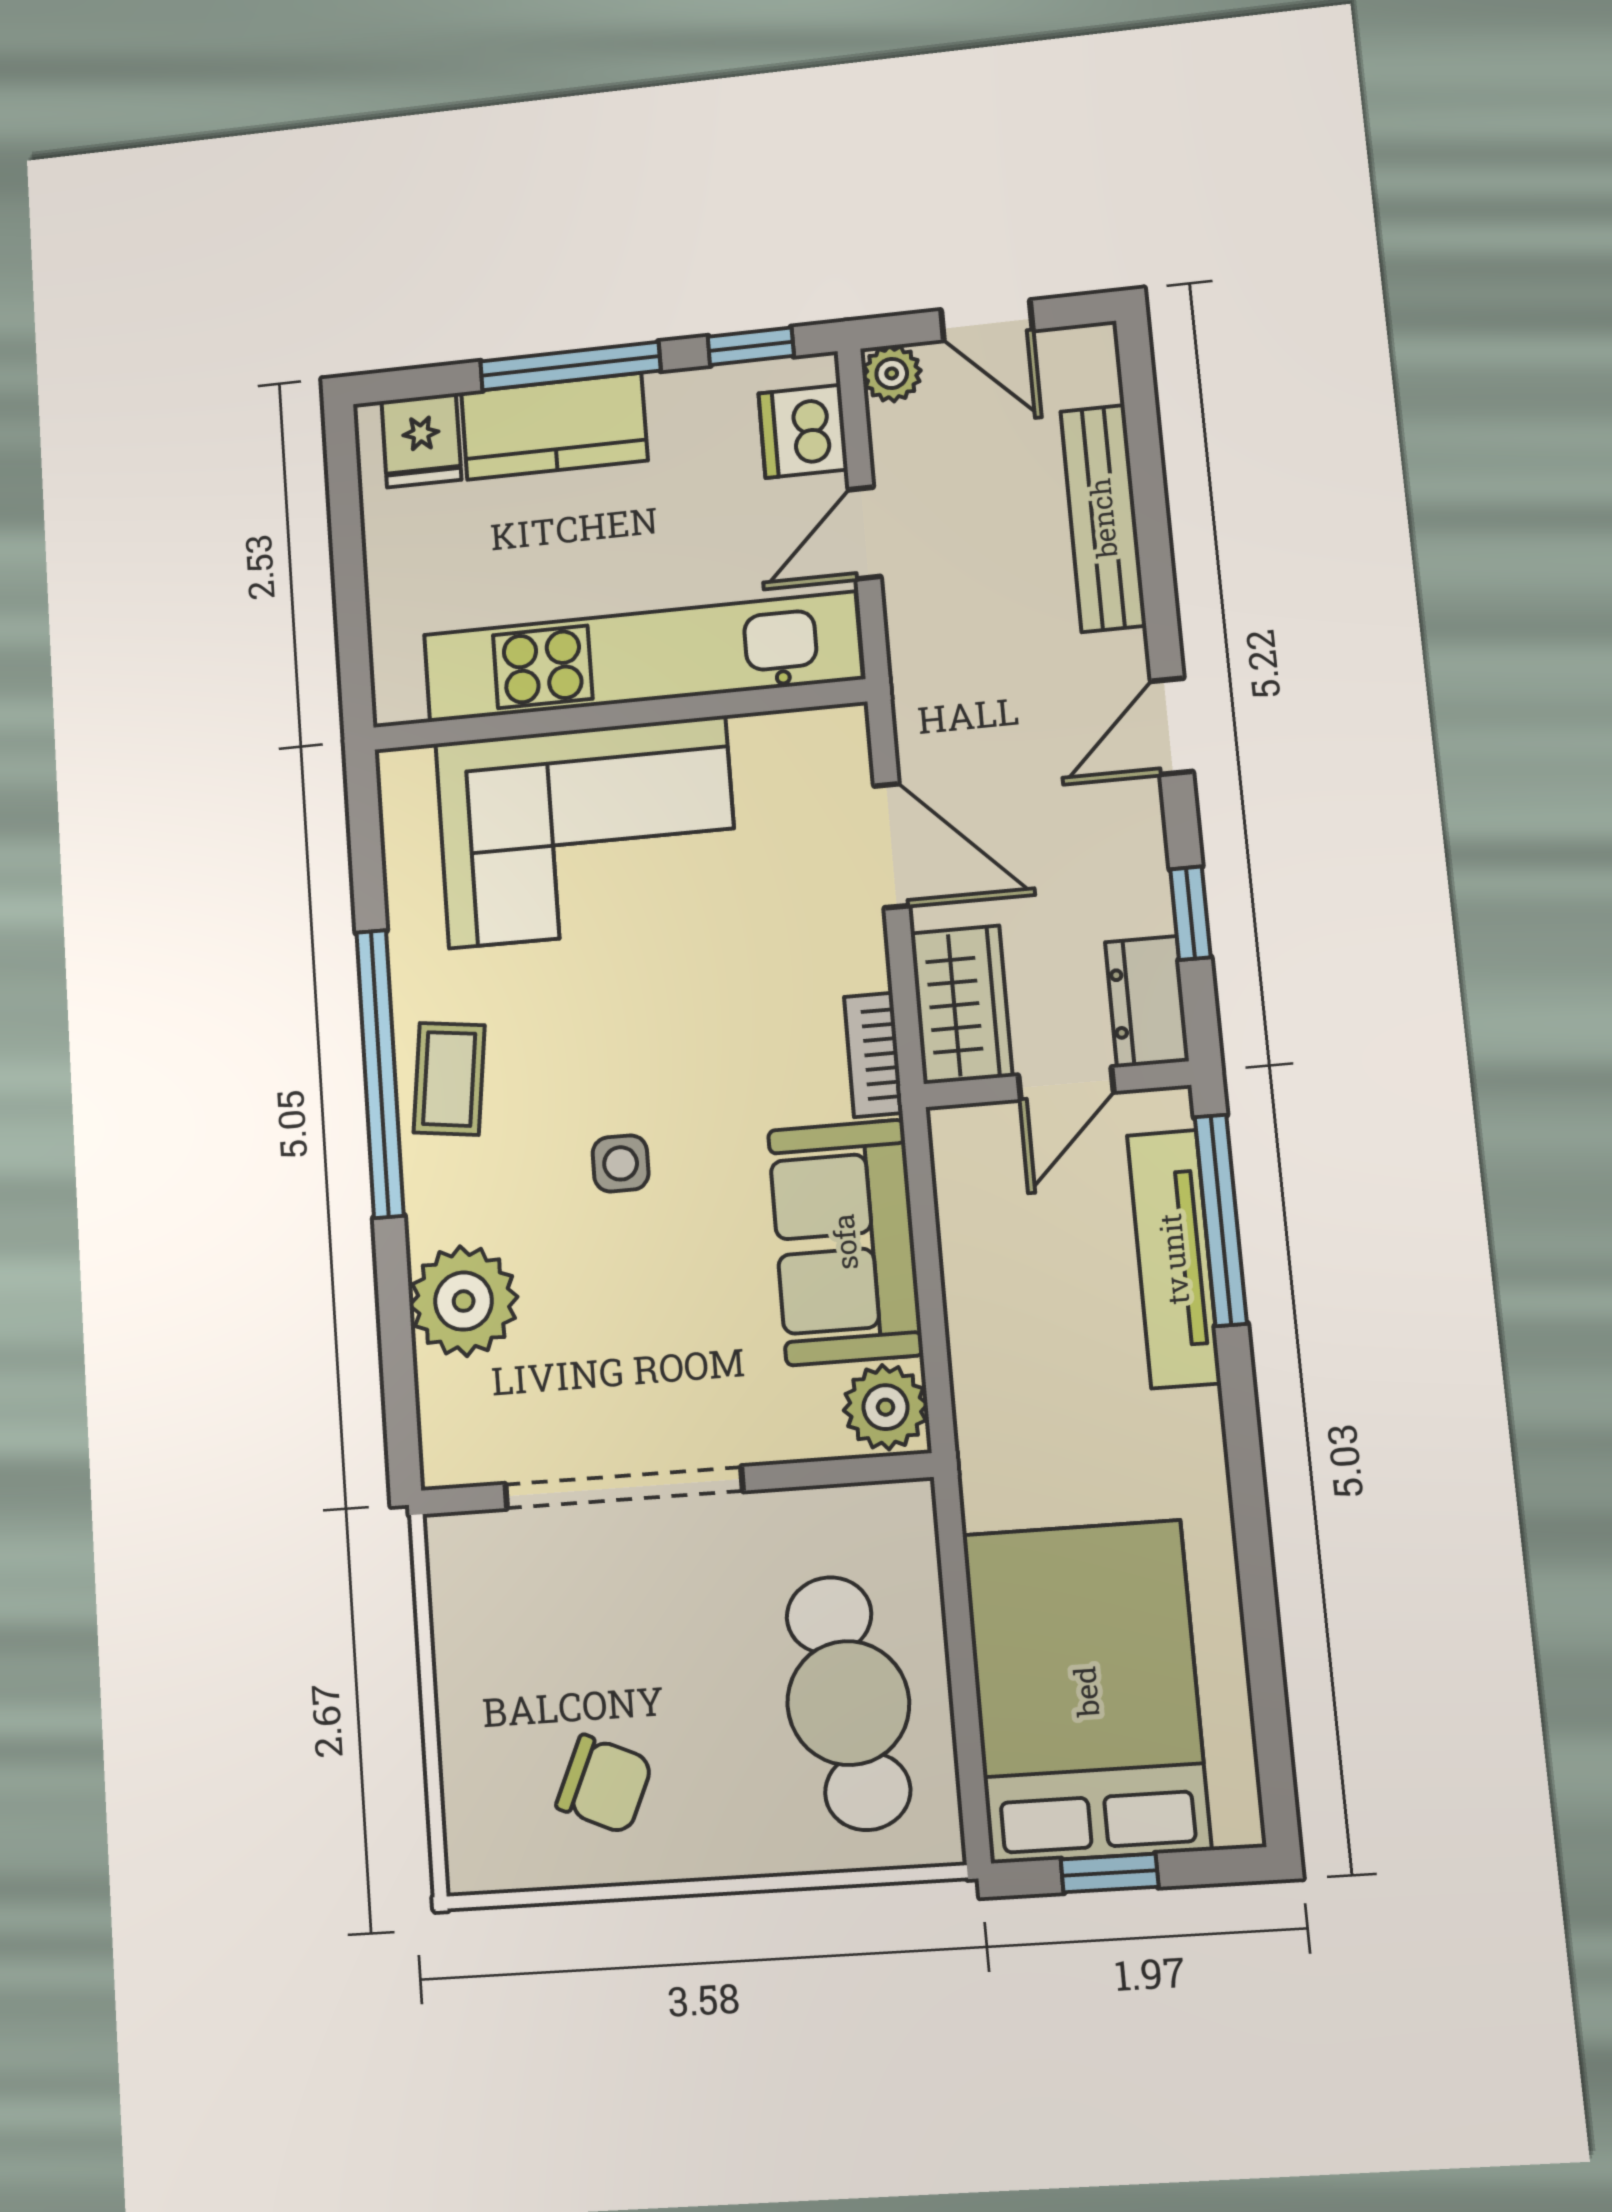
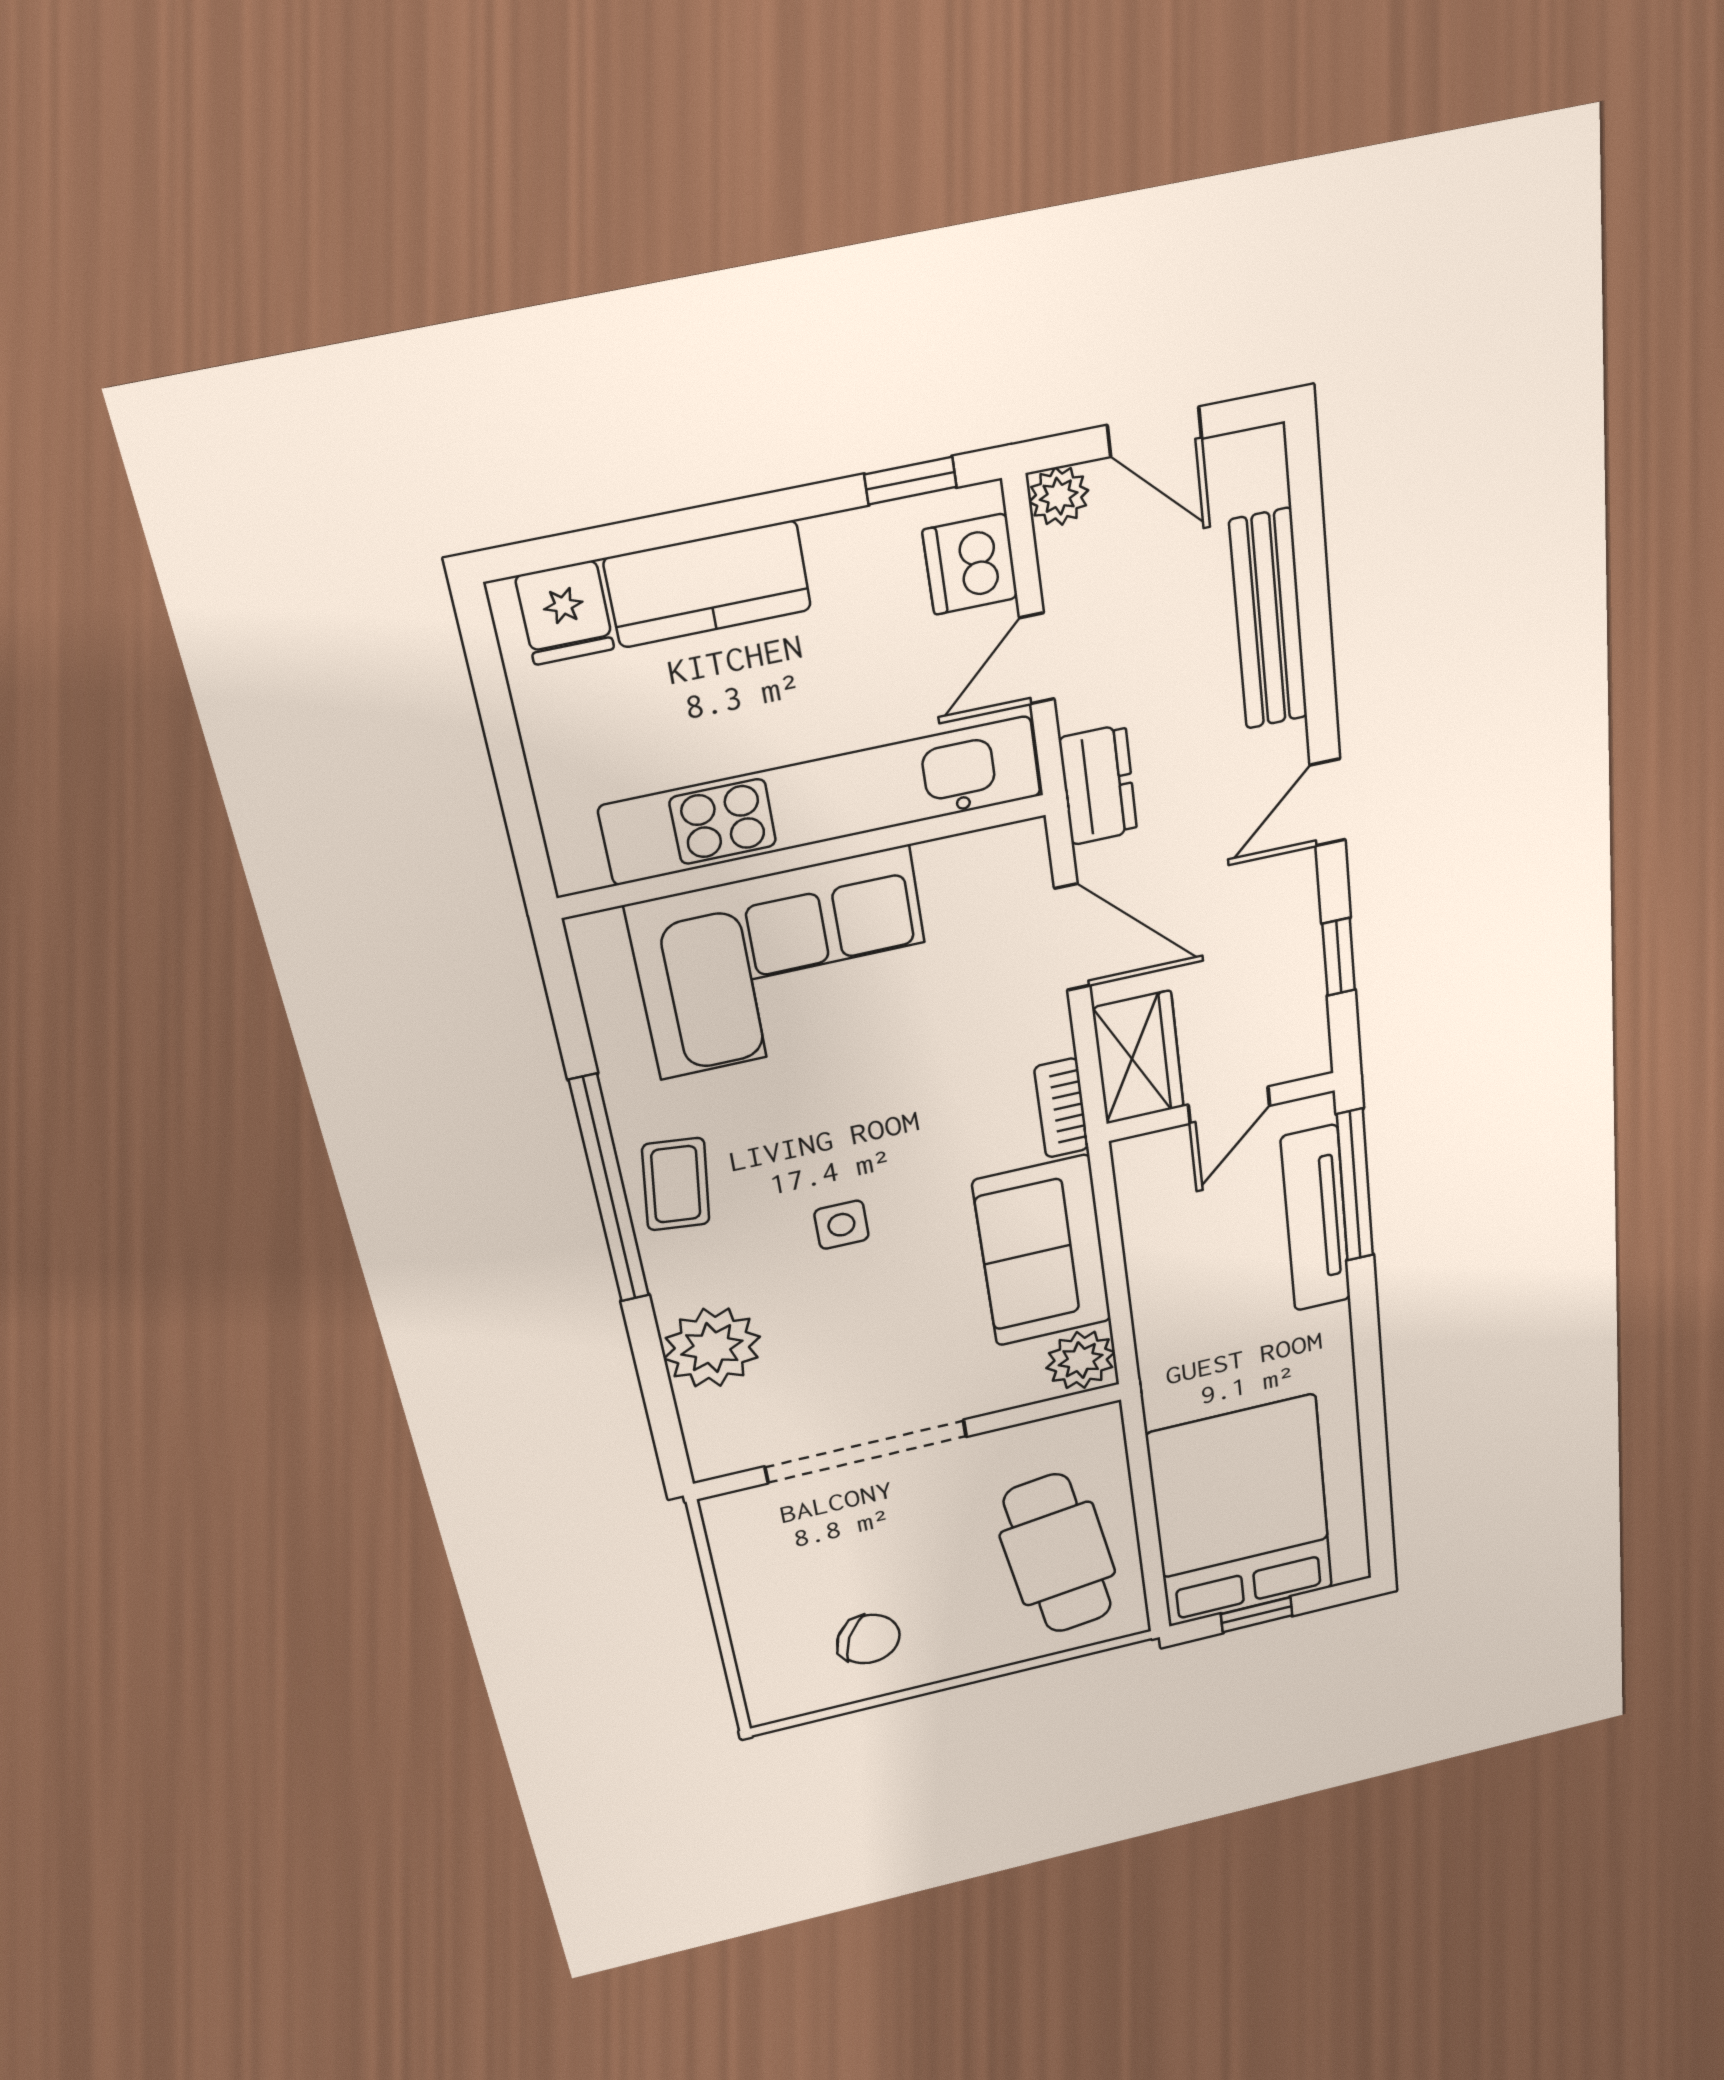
window: (570, 366) -> (718, 519), removed
dresser: (1147, 1002) -> (1098, 785), moved, turned 180

